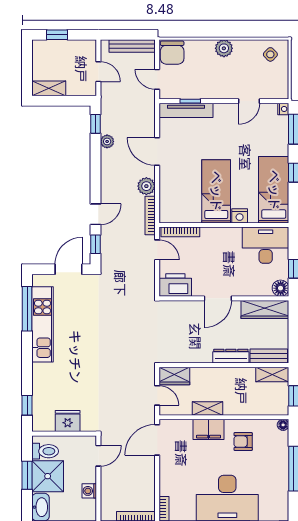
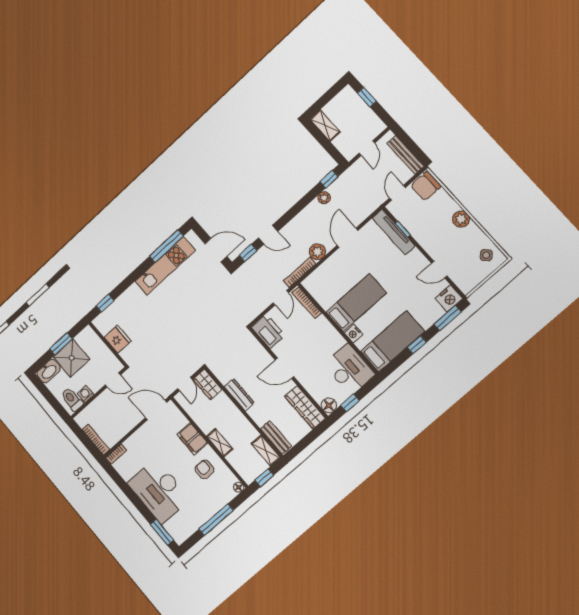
nightstand: (283, 109) -> (449, 298), width x1.89, depth x1.79
dresser: (231, 356) -> (239, 395), moved
shelving: (208, 408) -> (220, 443), moved
toilet: (45, 451) -> (72, 399), moved, turned 180

